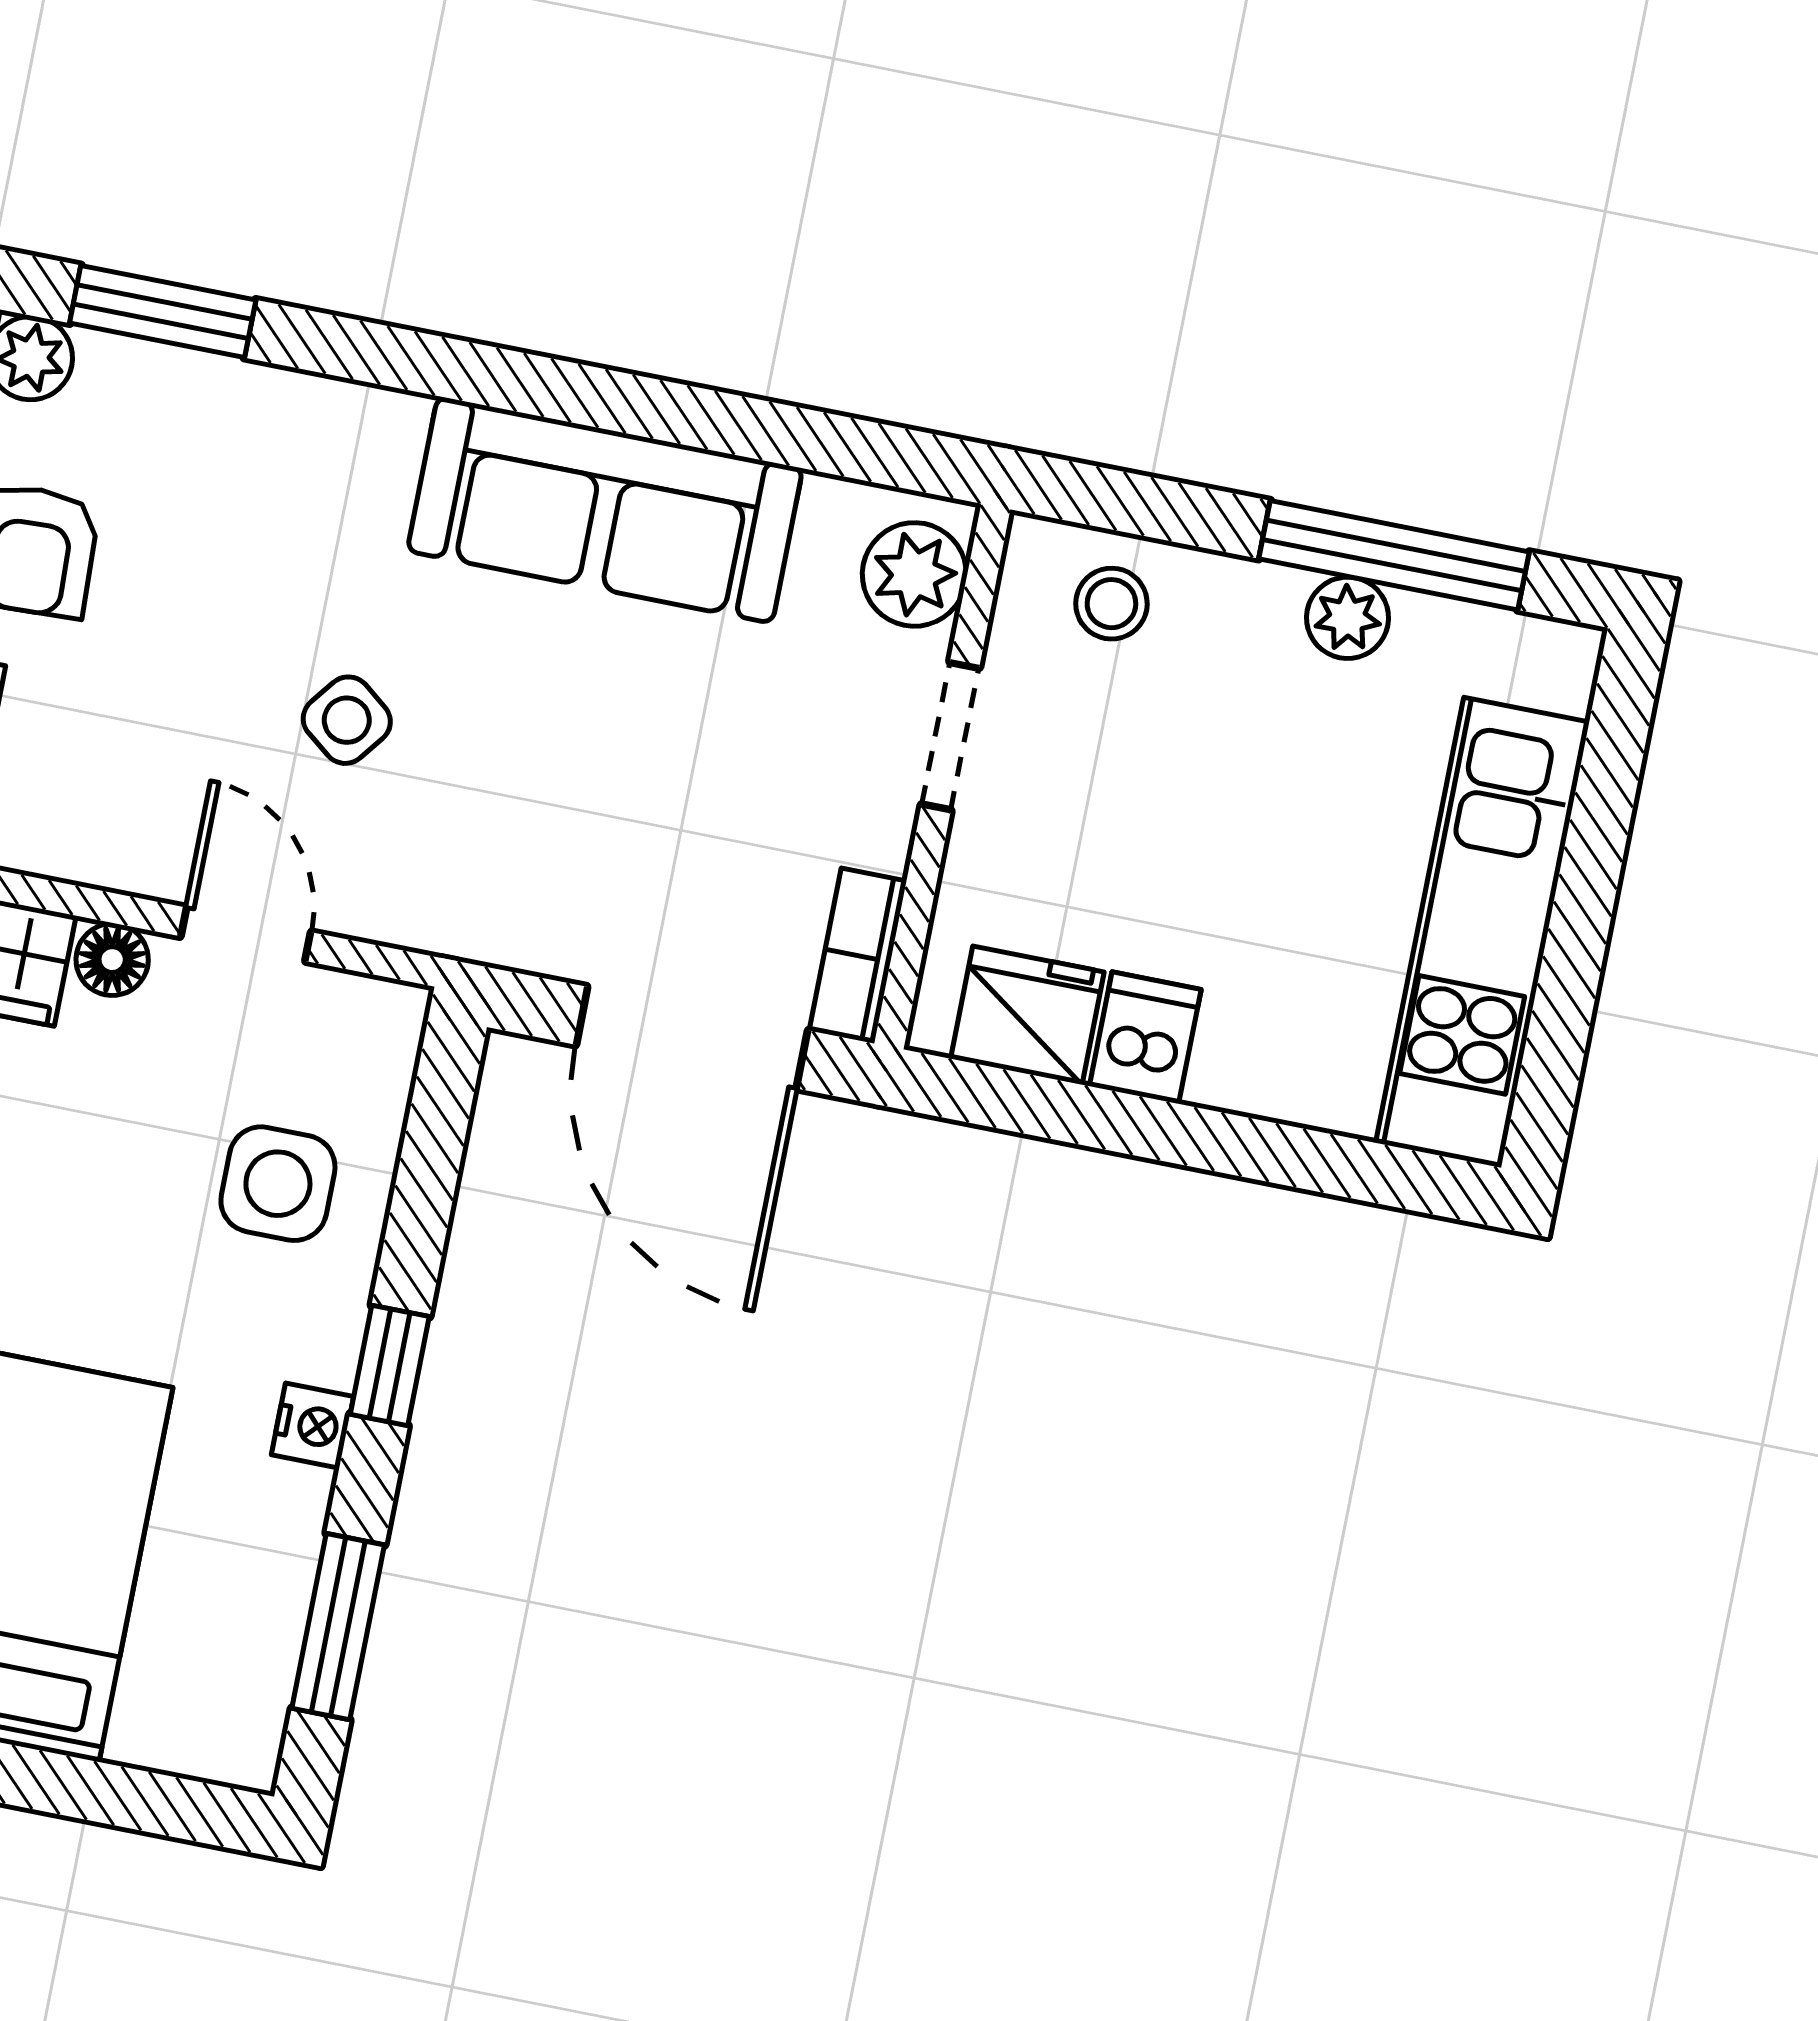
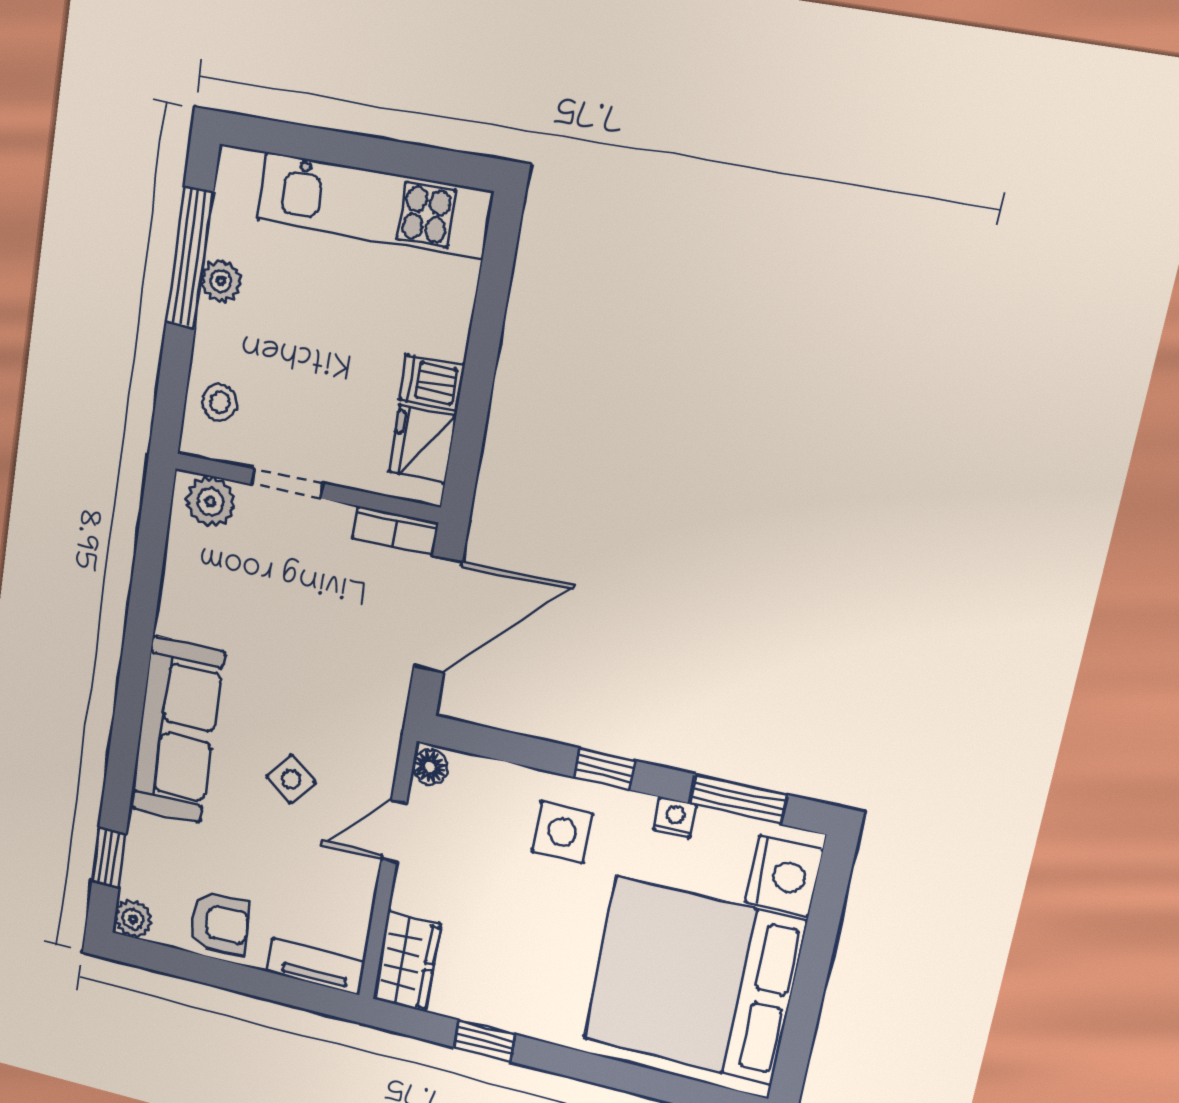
window: (163, 312) -> (109, 858), width x0.67
sofa: (605, 510) -> (177, 730), moved
floor lamp: (112, 960) -> (430, 767), moved
side table: (278, 1184) -> (562, 832), moved
nightstand: (313, 1426) -> (675, 817), moved
nightstand: (187, 1716) -> (784, 876), added

